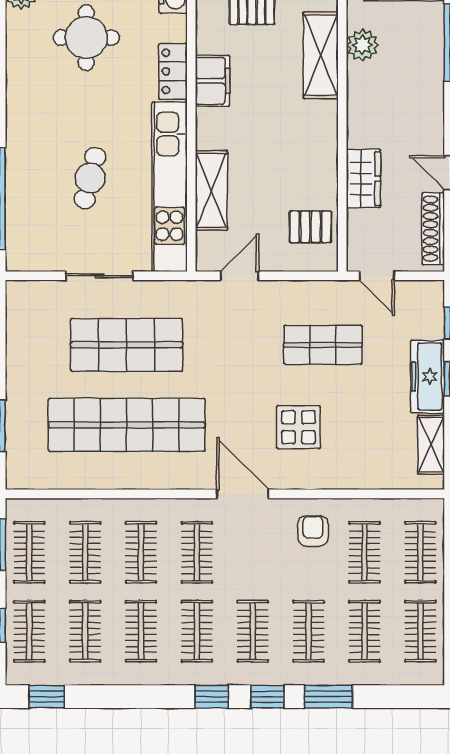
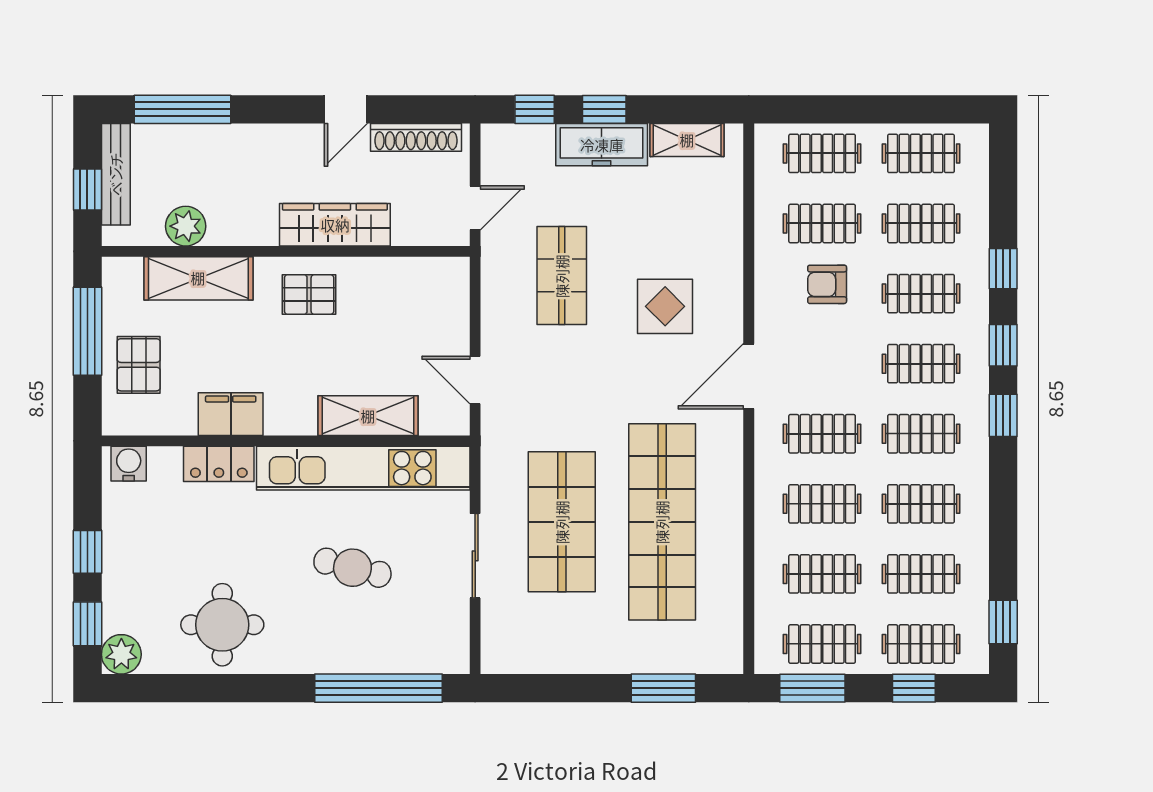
round table: (86, 38) -> (222, 625), moved
wardrobe: (363, 179) -> (335, 225), width x1.50
pallet: (310, 227) -> (309, 295), moved, turned 90
armchair: (313, 531) -> (827, 284), moved
window: (328, 697) -> (1003, 269), width x0.67

